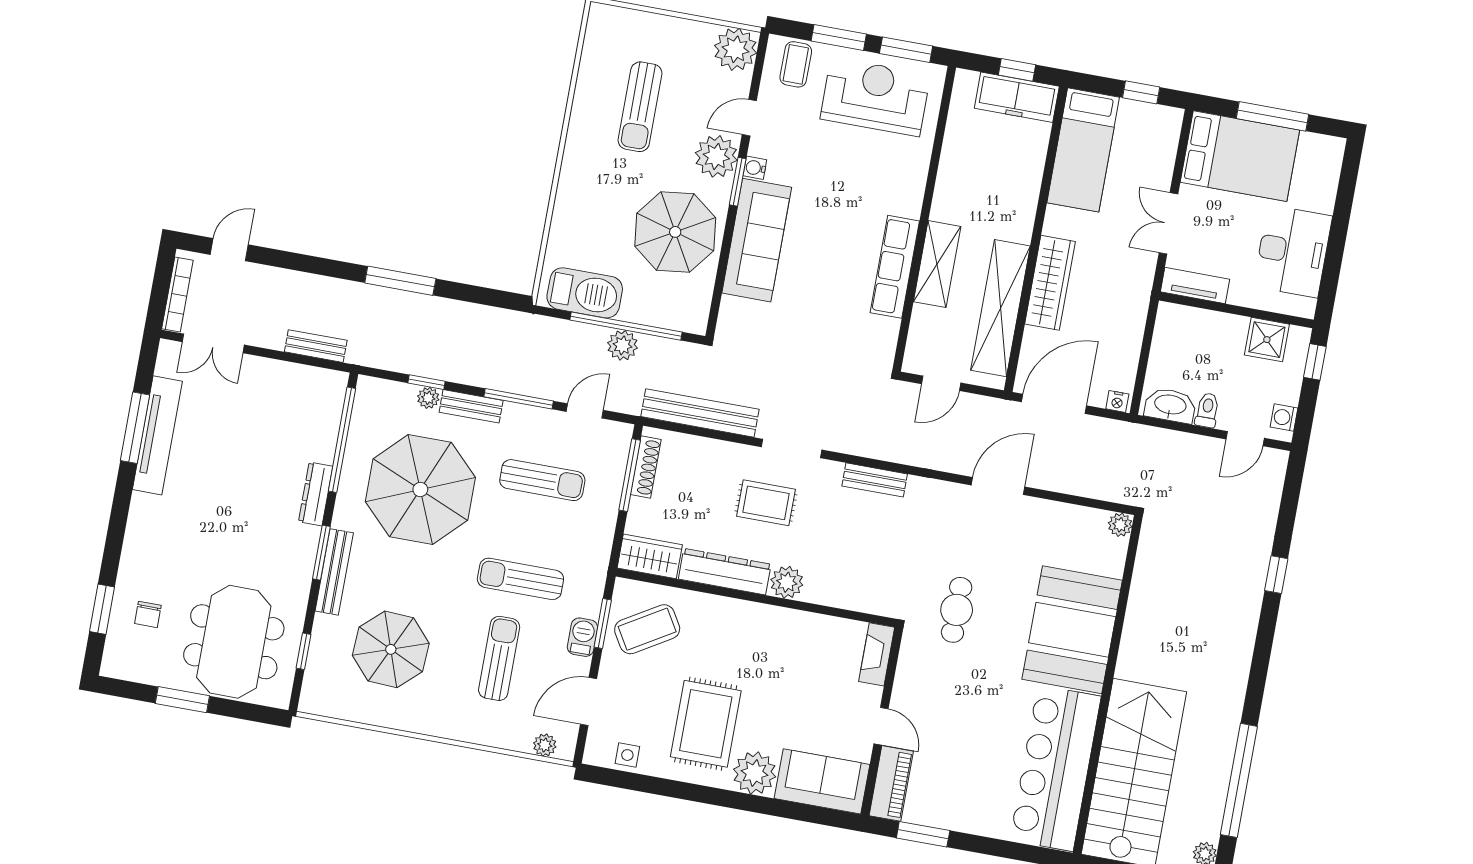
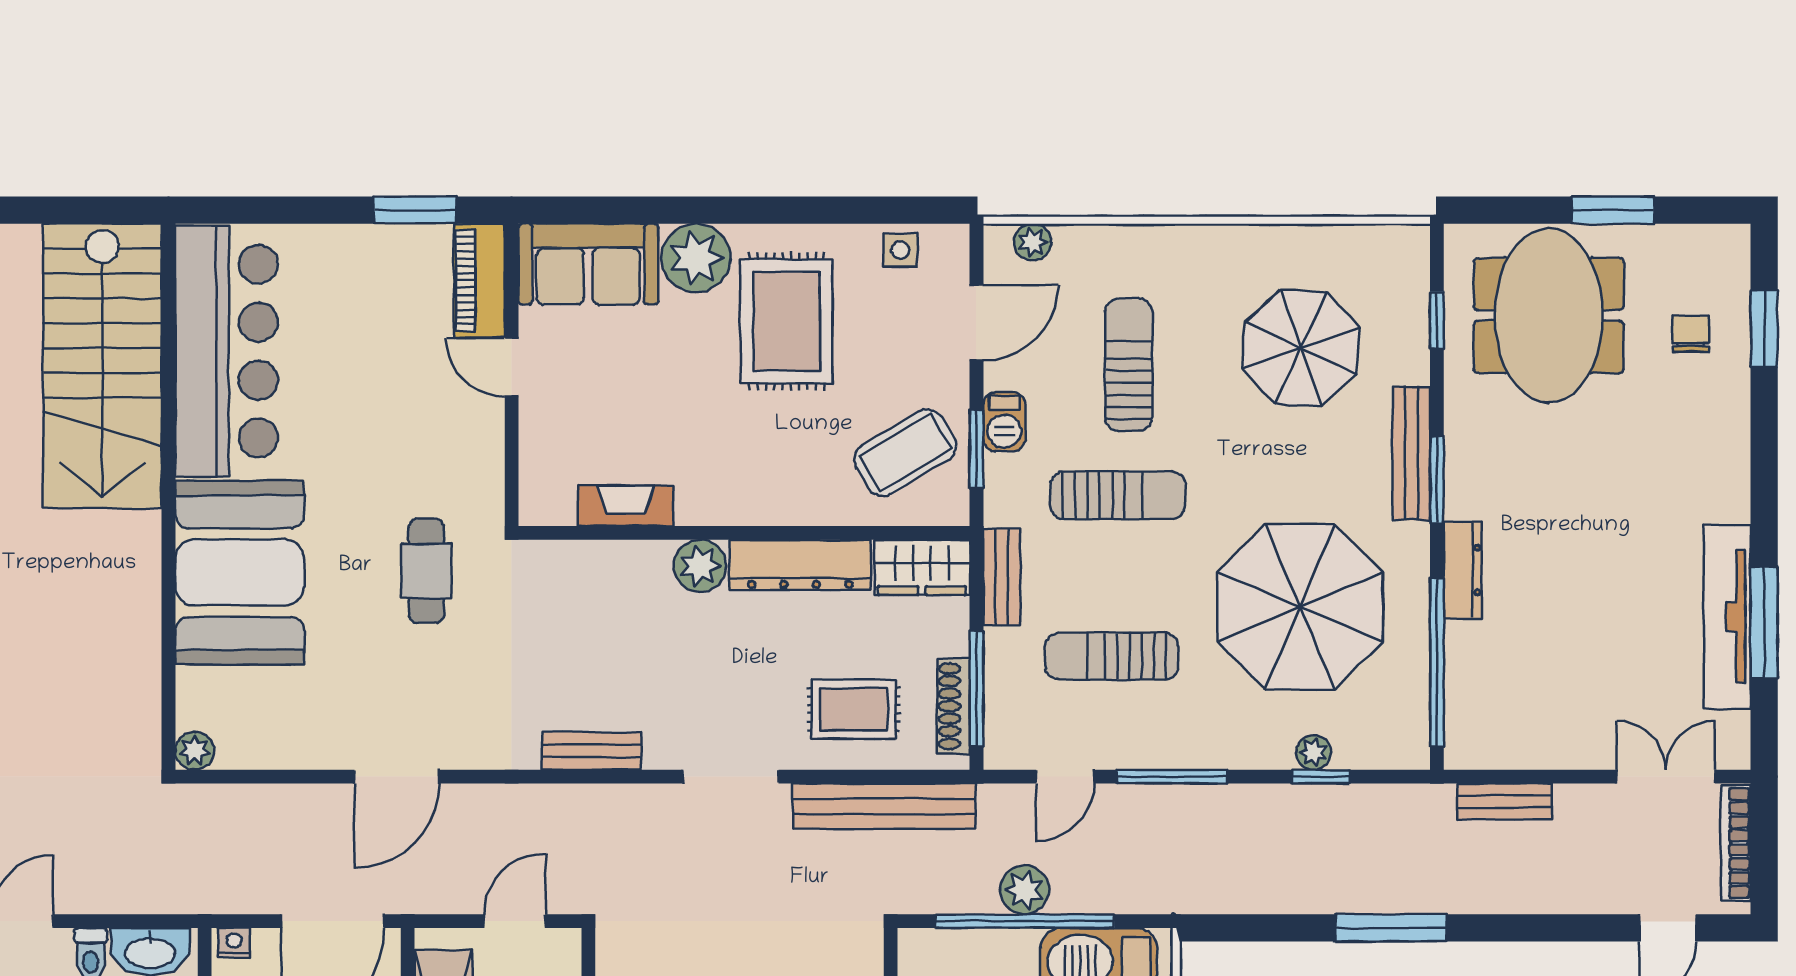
bench: (471, 406) -> (1002, 577), moved, turned 90
rug: (766, 503) -> (854, 709), moved
fireplace: (877, 654) -> (626, 506), moved, turned -90
sun lounger: (499, 658) -> (1129, 365), turned 180

